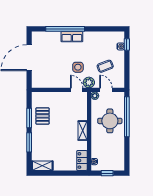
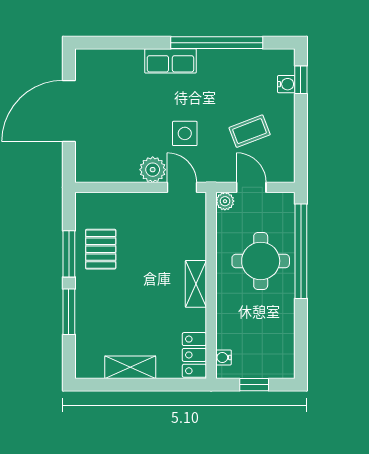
window: (65, 29) -> (217, 43), moved
plant: (89, 82) -> (153, 170), moved
shelving: (42, 166) -> (130, 367), moved

